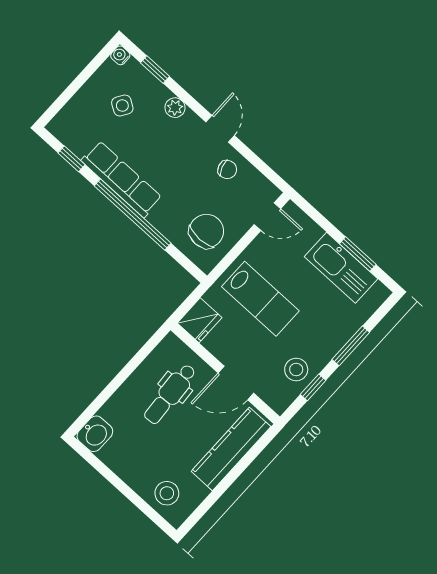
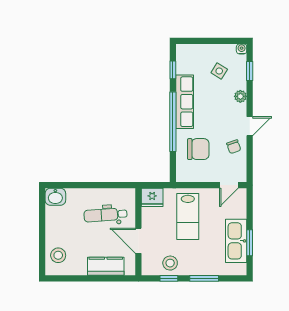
door: (267, 217) -> (229, 185), hinge flipped
chair: (206, 231) -> (198, 149), moved
kitchen counter: (231, 449) -> (106, 266), width x0.67

